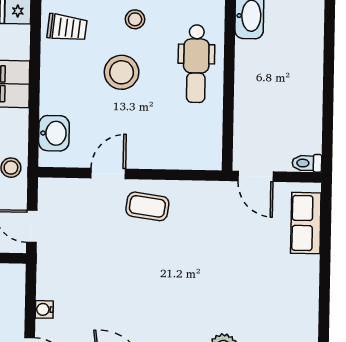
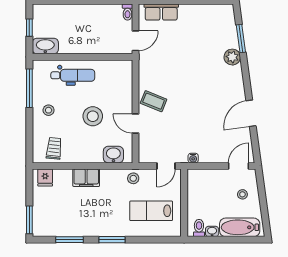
stool: (122, 72) -> (93, 116), moved
coffee table: (147, 206) -> (154, 101), turned -76
water cooler: (44, 309) -> (193, 158), moved

